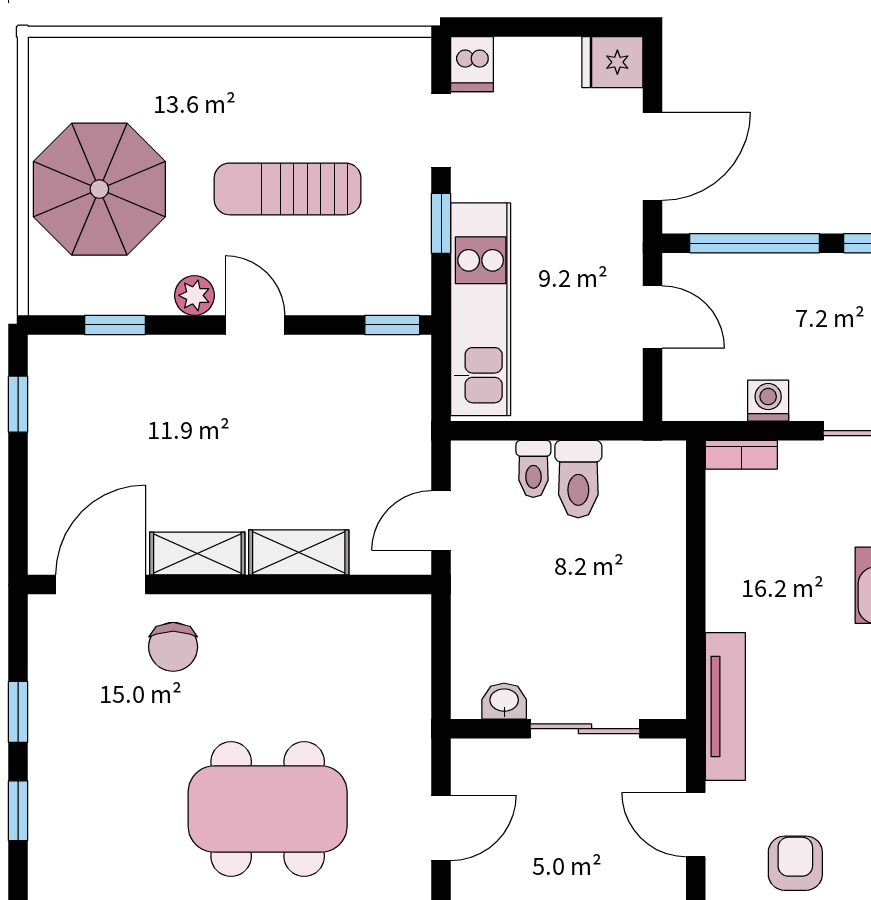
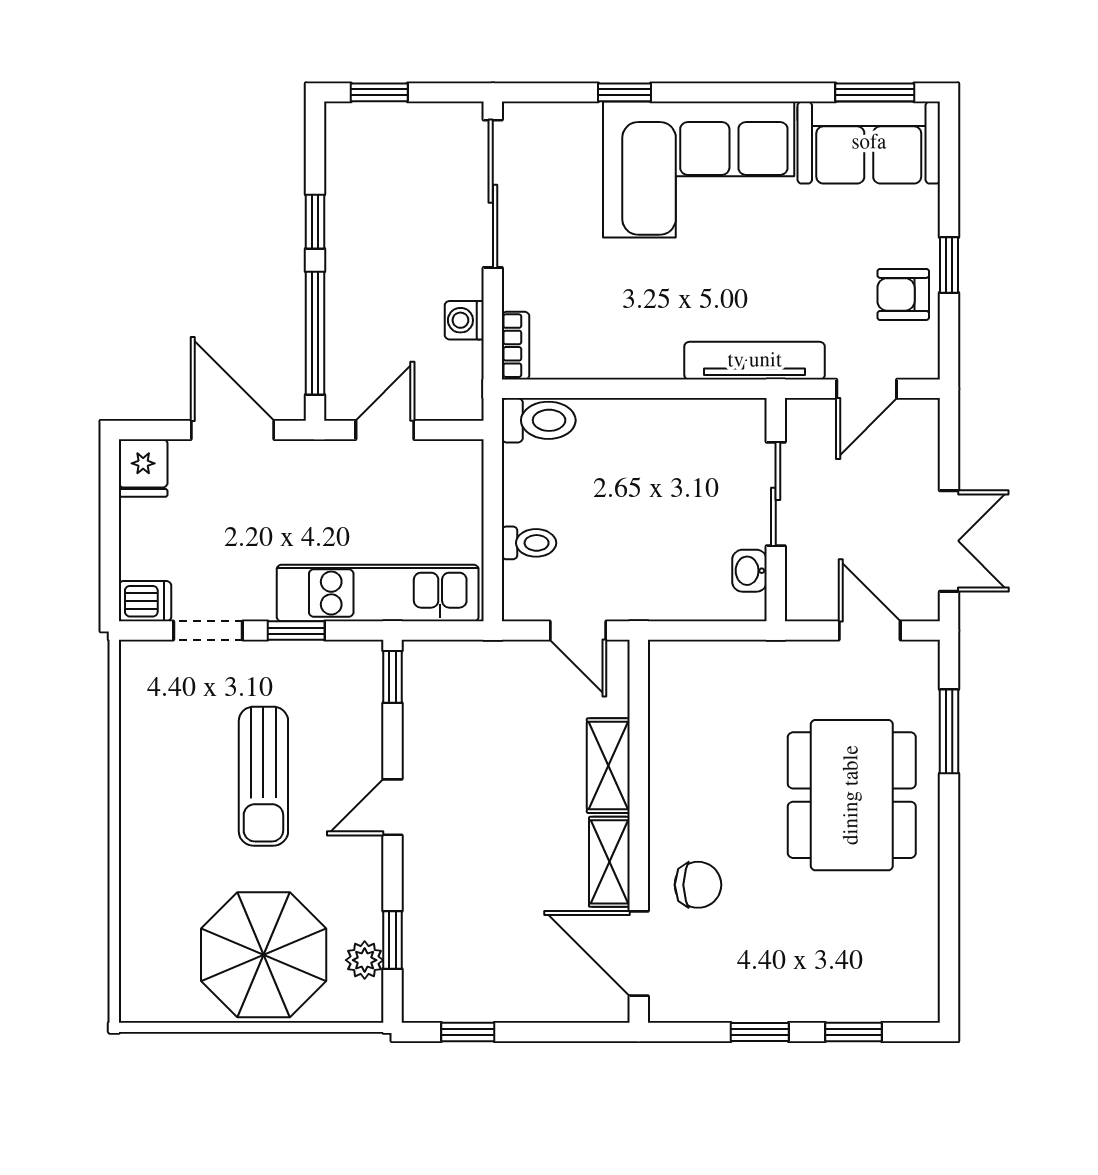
plant: (195, 295) -> (365, 960), moved
toilet: (578, 479) -> (539, 420), moved

